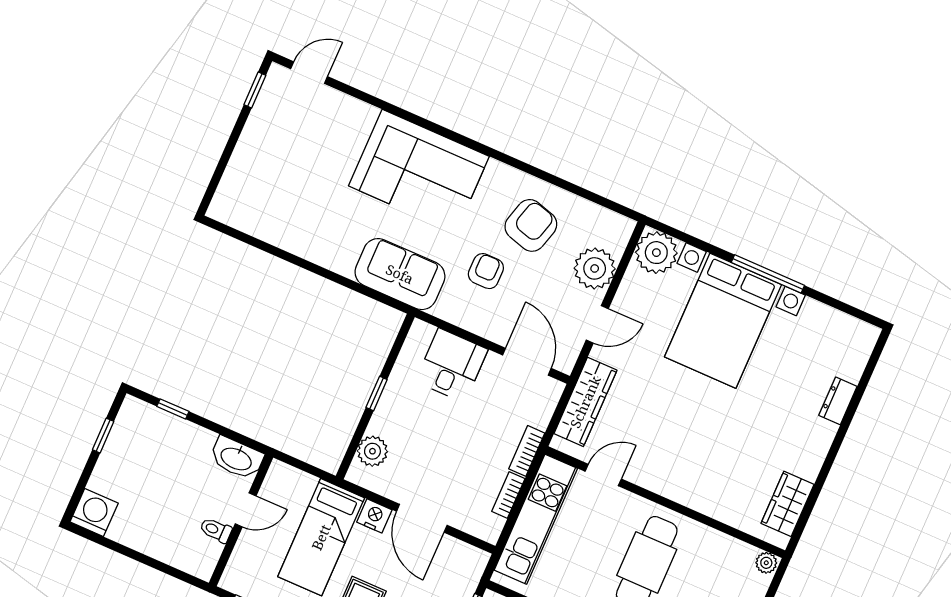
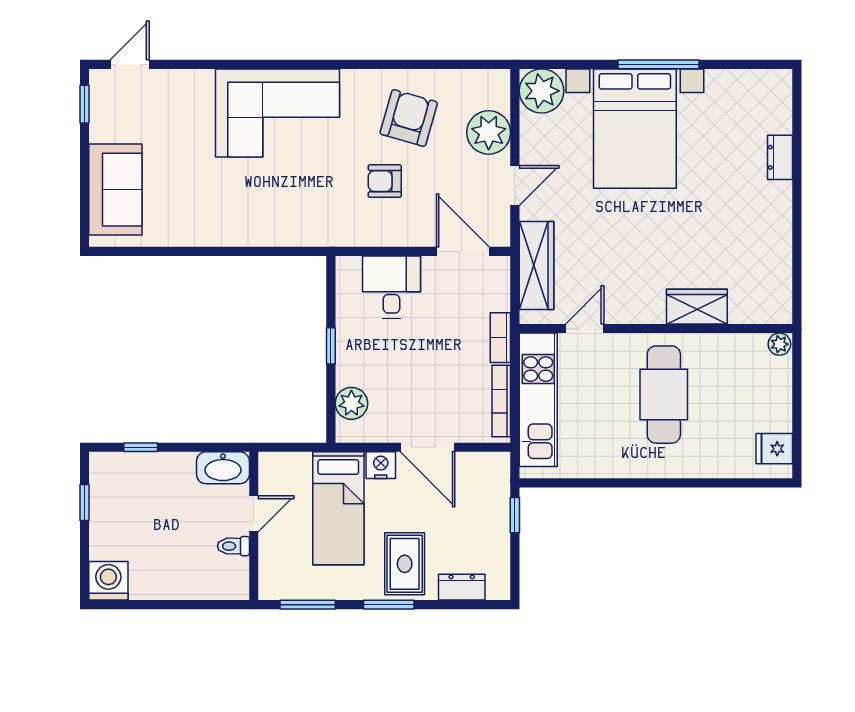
armchair: (486, 271) -> (385, 181), turned -90
sofa: (400, 274) -> (115, 190), moved, turned 90
bookcase: (508, 495) -> (501, 401), width x1.56
wardrobe: (788, 504) -> (697, 307), moved, turned 90

